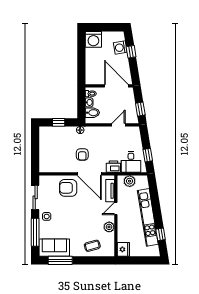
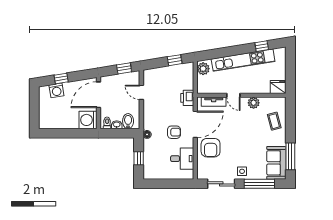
washing machine: (93, 39) -> (88, 120), moved, turned 180
desk: (131, 162) -> (182, 159), moved
plant: (130, 181) -> (203, 69), moved

